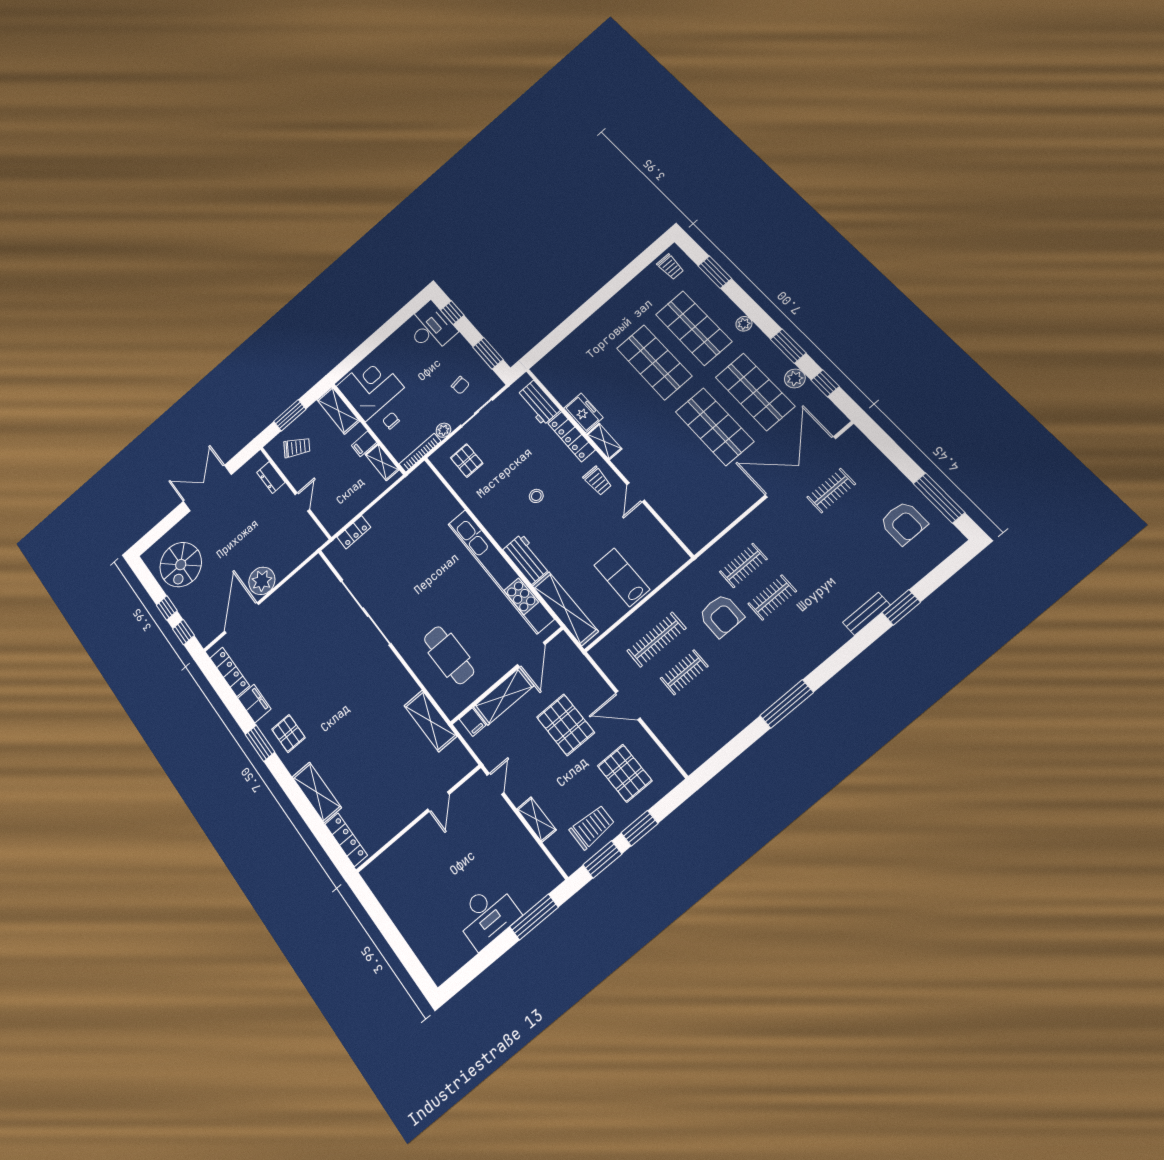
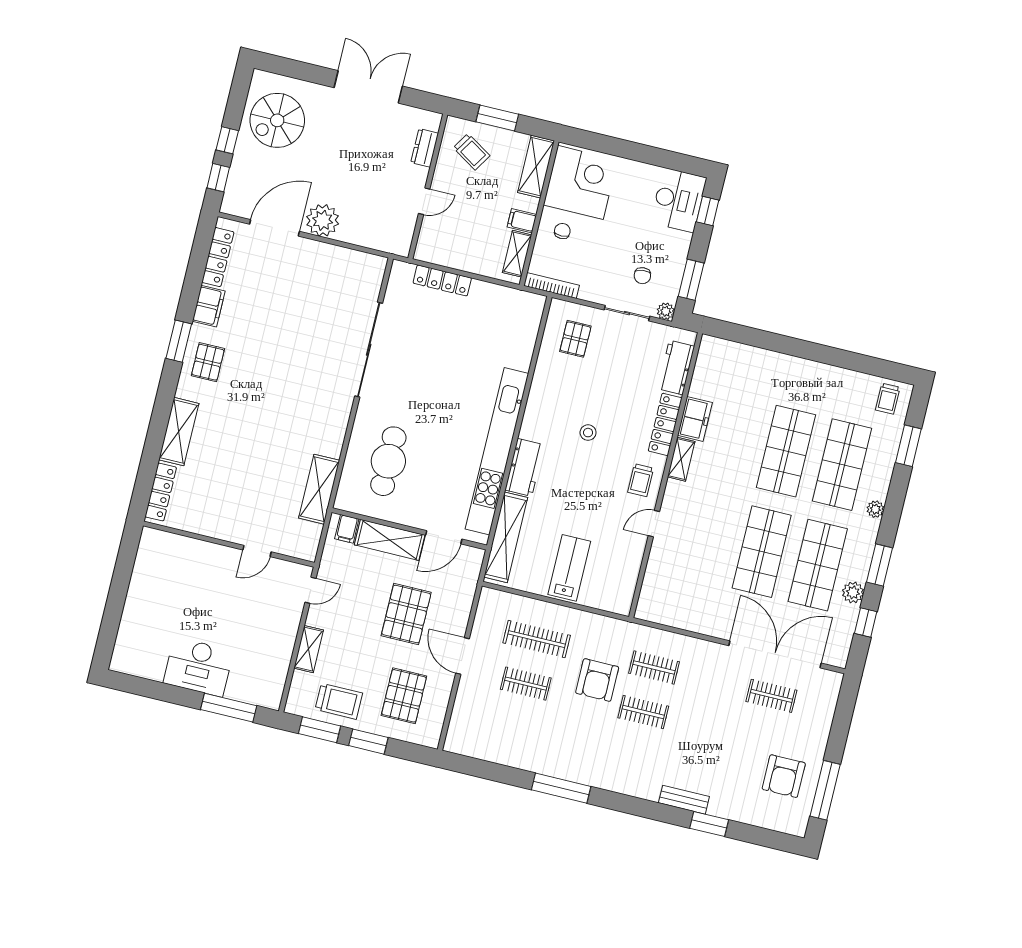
plant: (443, 430) -> (666, 311), moved
locker: (354, 532) -> (442, 280), width x1.53

